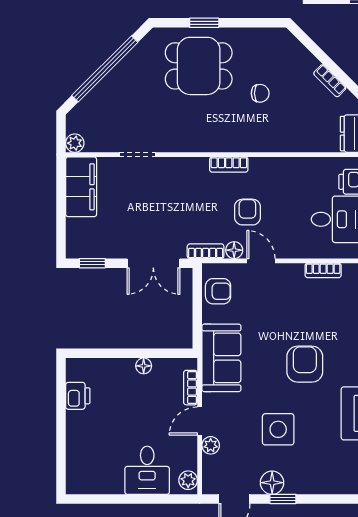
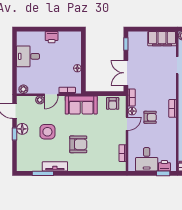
printer: (78, 396) -> (52, 37), moved
door: (200, 421) -> (51, 95), swing flipped
desk: (147, 470) -> (28, 56), moved

